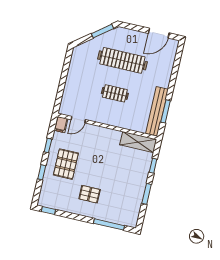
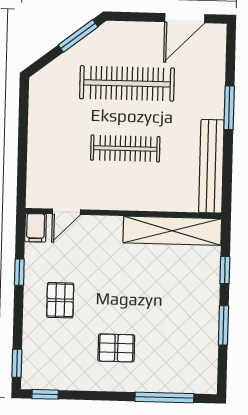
clothes rail: (115, 93) -> (125, 148), width x1.36
window: (166, 111) -> (229, 108), moved
shelving: (138, 142) -> (172, 231), width x1.47
pallet: (66, 164) -> (60, 300), width x0.67, depth x0.71
window: (42, 172) -> (17, 363), moved

